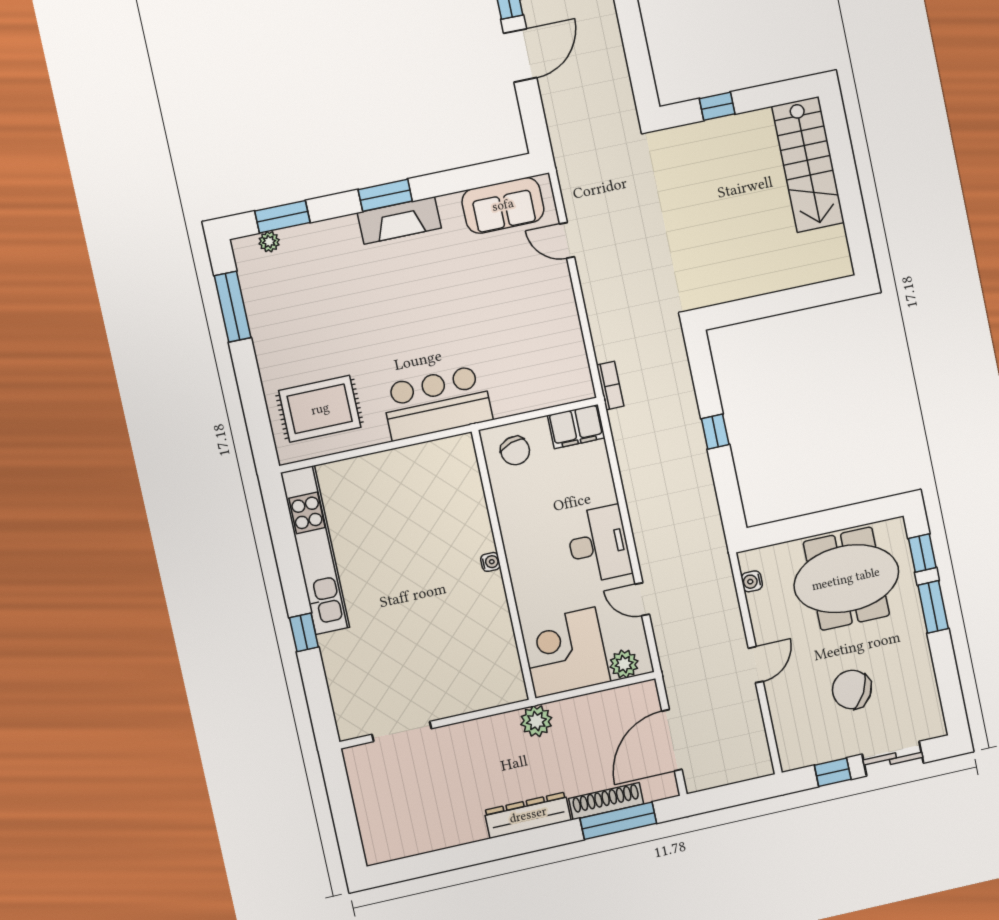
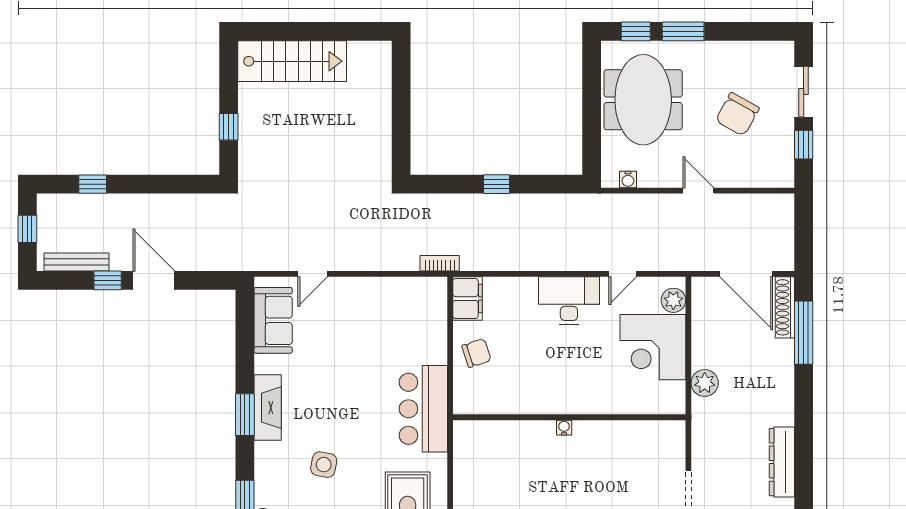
side table: (346, 300) -> (324, 465), added
water cooler: (490, 562) -> (564, 428), moved
wall: (504, 565) -> (569, 417), moved
shoe rack: (606, 801) -> (785, 307), moved
dresser: (528, 815) -> (782, 462), moved

